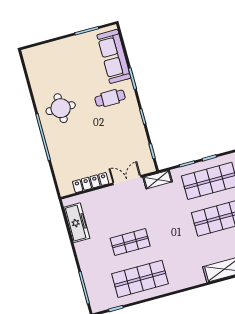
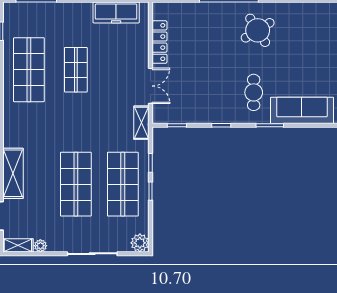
round table: (61, 108) -> (258, 30), turned -32

